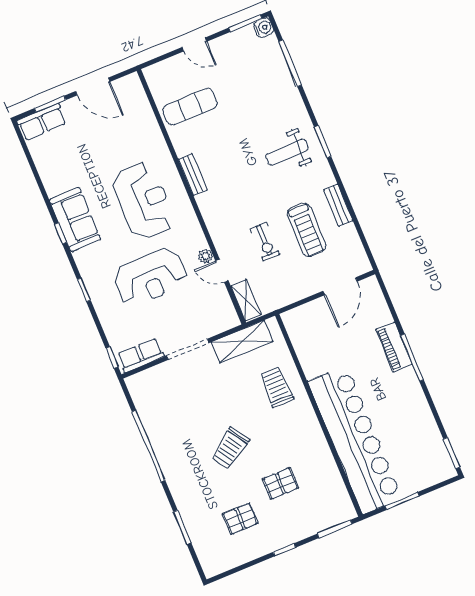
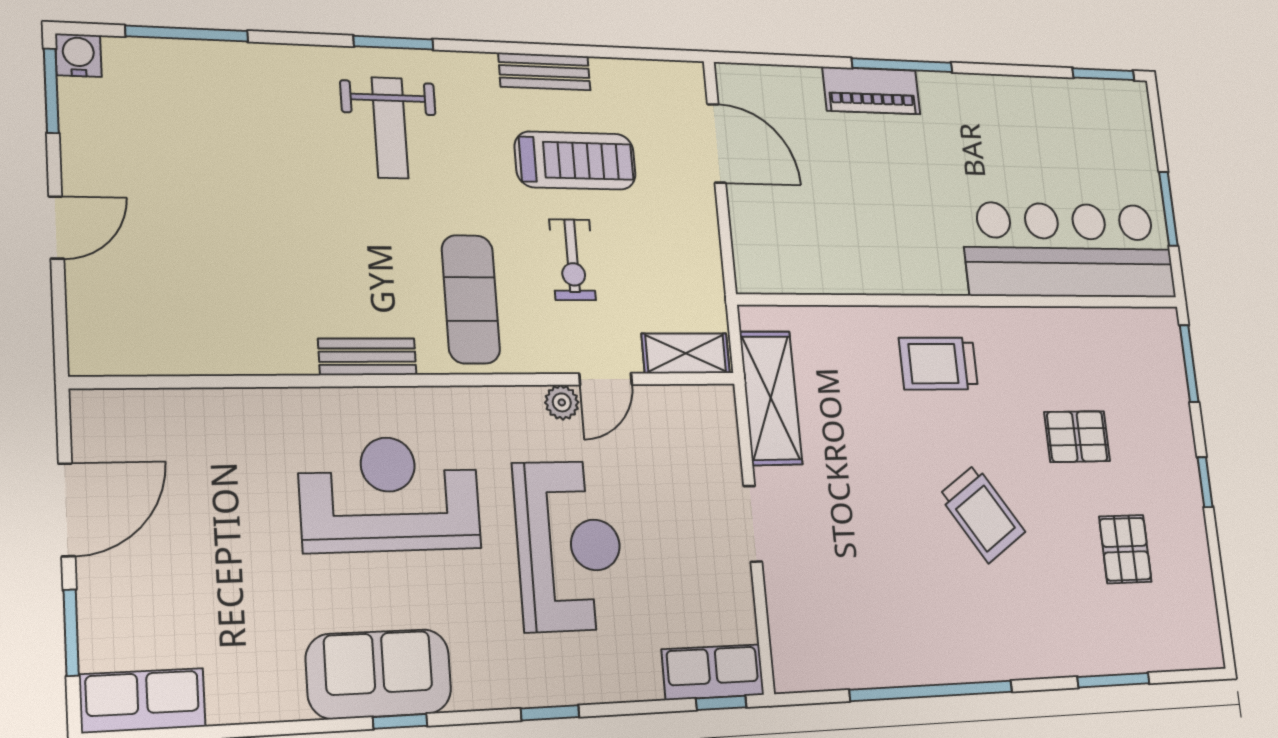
exercise mat: (190, 107) -> (471, 299), moved
row of seats: (42, 122) -> (143, 700), moved, turned -90
exercise bike: (265, 242) -> (572, 260), turned 90
doorway: (188, 349) -> (753, 524), width x0.73
row of seats: (141, 355) -> (713, 672), moved, turned 90
trolley: (277, 387) -> (939, 364), moved
bar counter: (355, 440) -> (1069, 250), width x0.73
pallet: (280, 483) -> (1077, 437), turned 90

